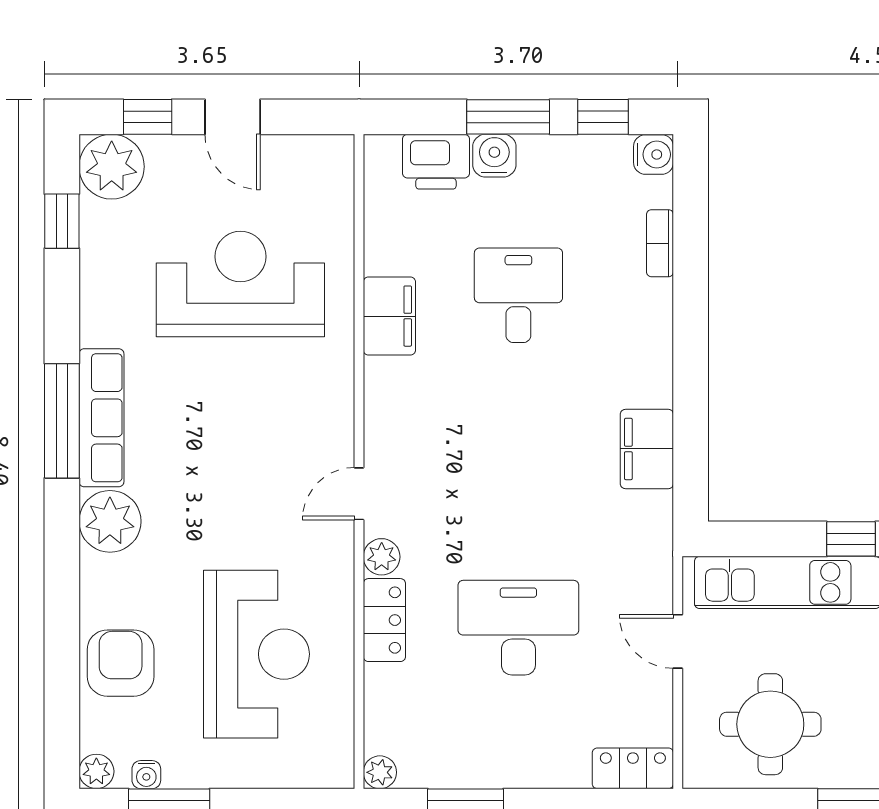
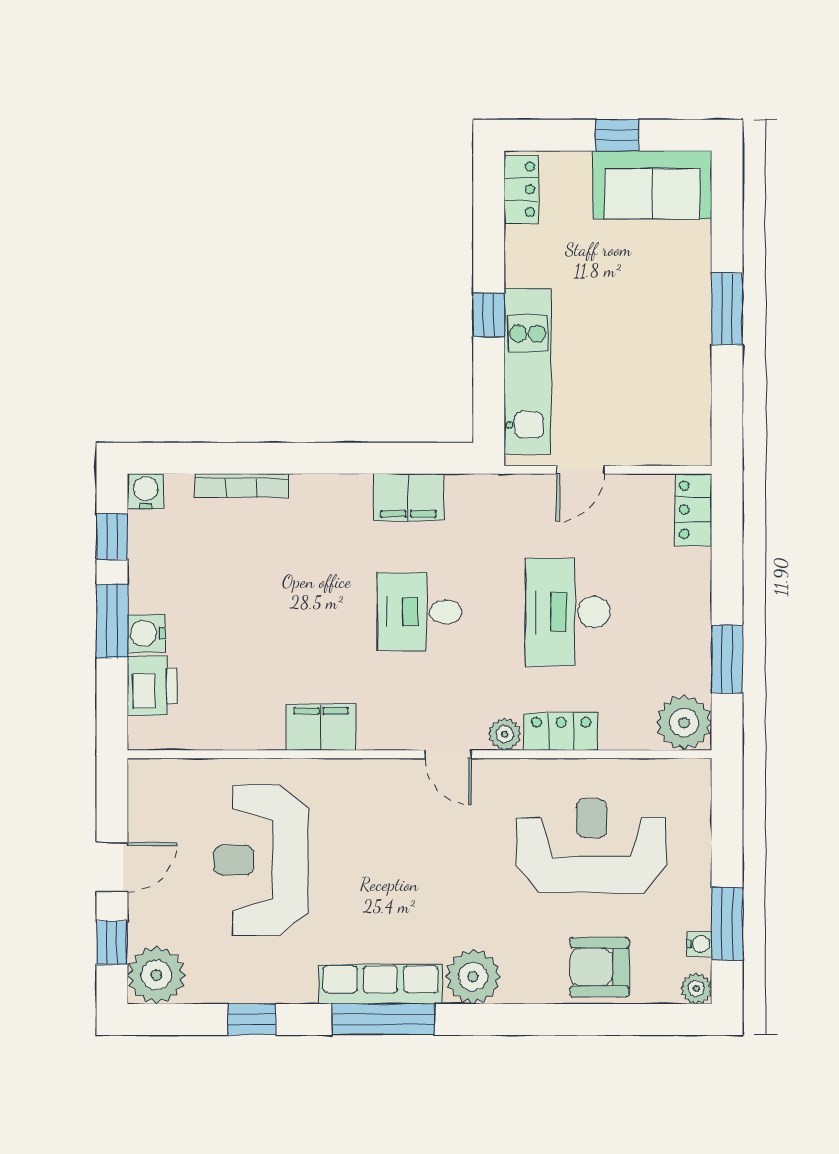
window: (62, 221) -> (252, 1019), moved
bookcase: (660, 243) -> (242, 486), width x1.56
desk: (518, 295) -> (420, 612), moved
filing cabinet: (389, 316) -> (321, 727), moved
round table: (770, 724) -> (654, 387), removed
plant: (380, 772) -> (684, 723), width x1.87, depth x1.87

